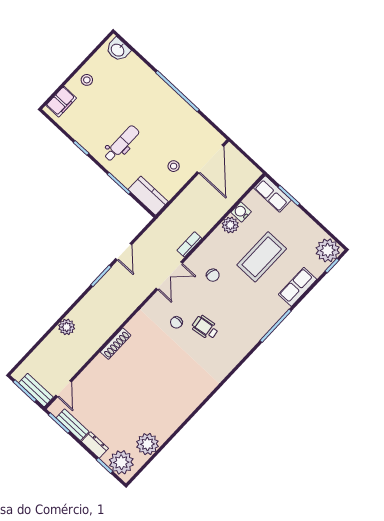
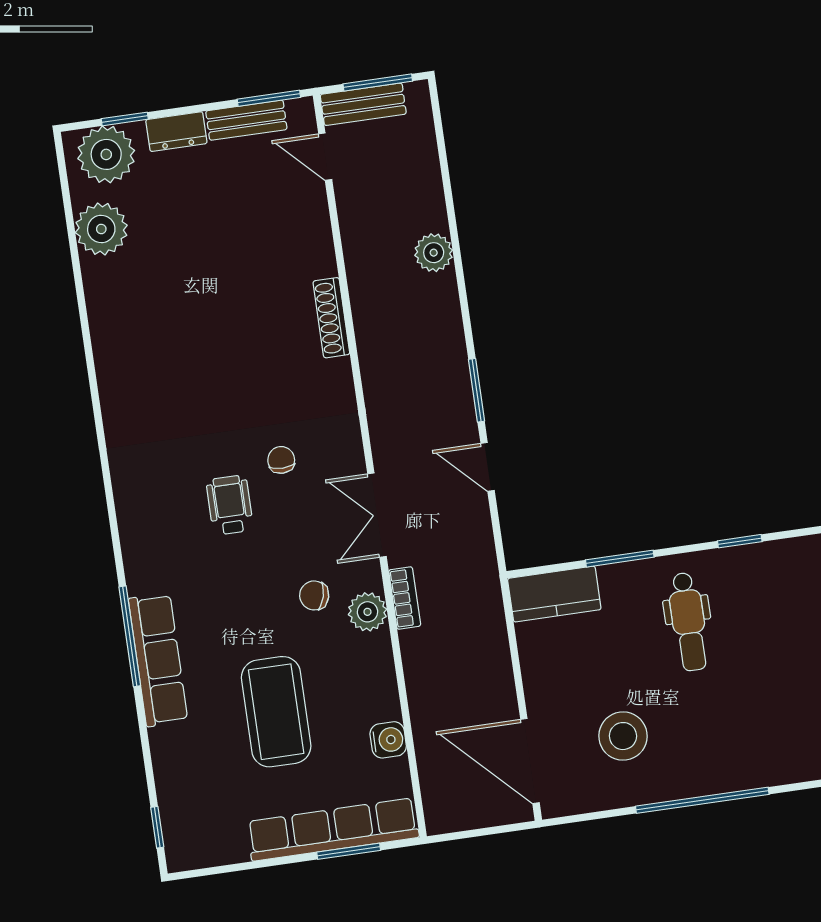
stool: (174, 166) -> (623, 736), moved, width x1.89, depth x1.89
row of seats: (272, 194) -> (333, 830), width x2.02
plant: (230, 225) -> (368, 612), moved
plant: (328, 250) -> (191, 842), removed
row of seats: (298, 287) -> (158, 660), moved, width x1.48
wheelchair: (205, 328) -> (230, 505), turned -82

